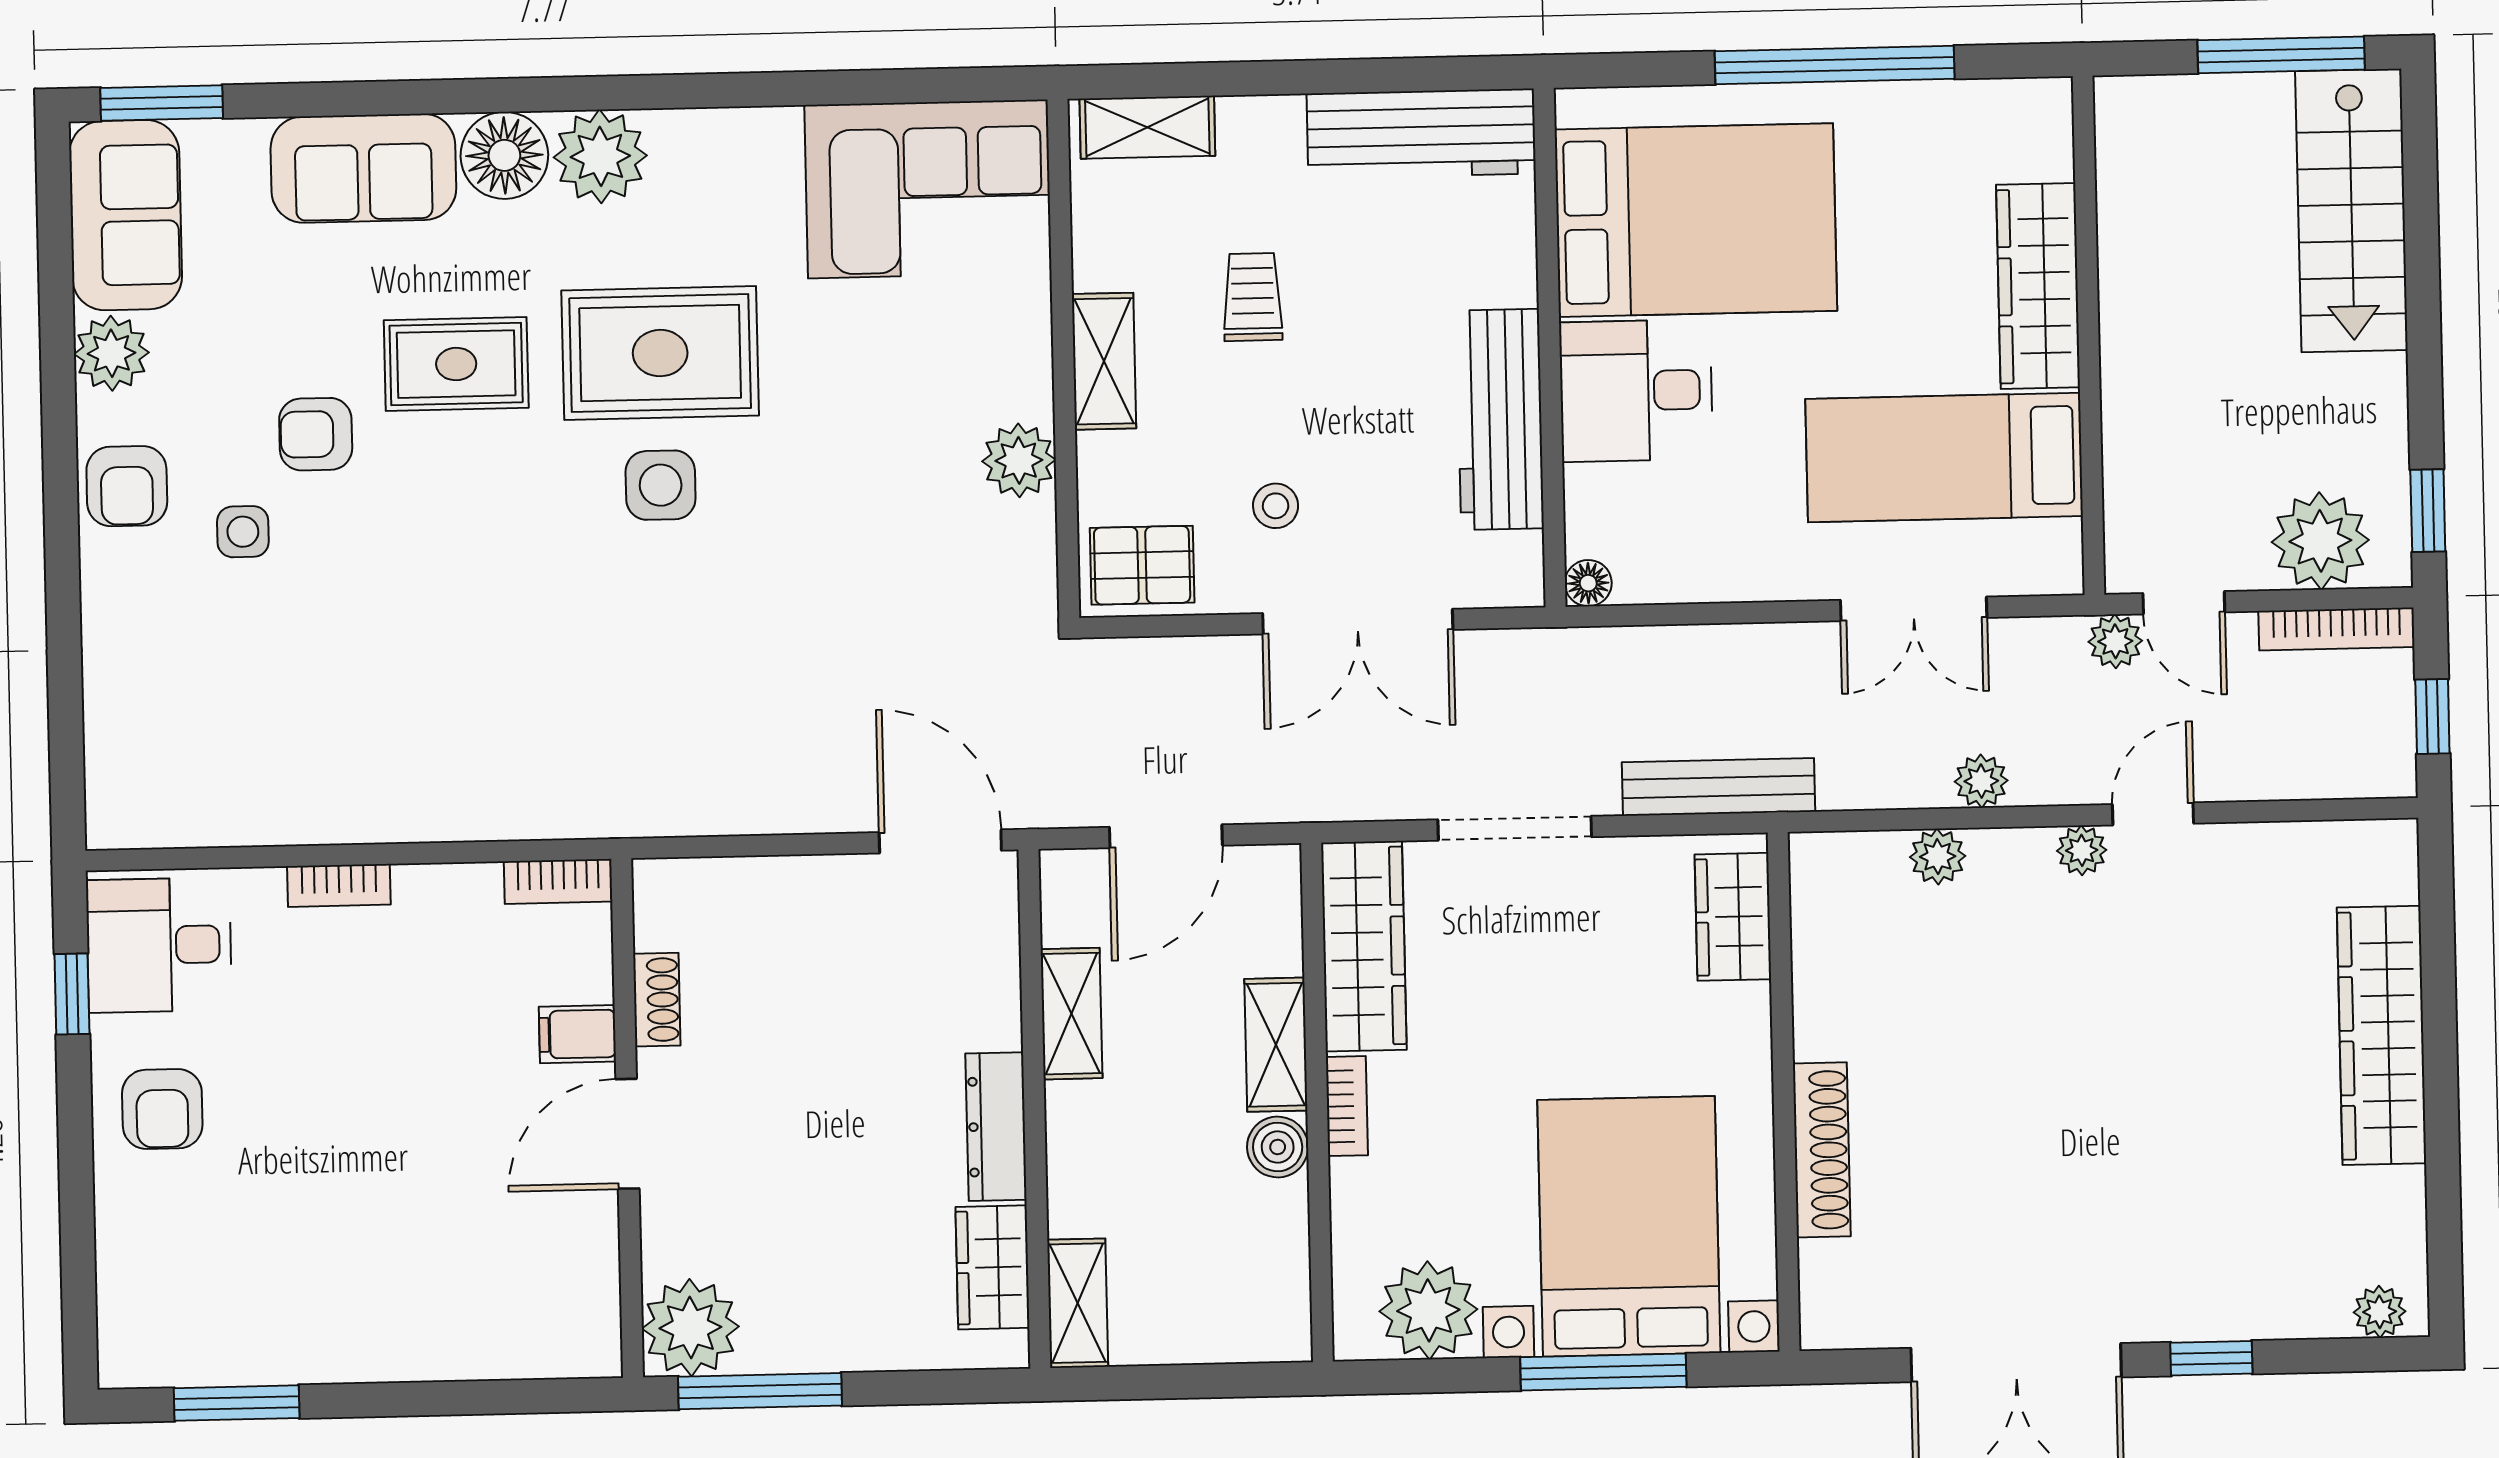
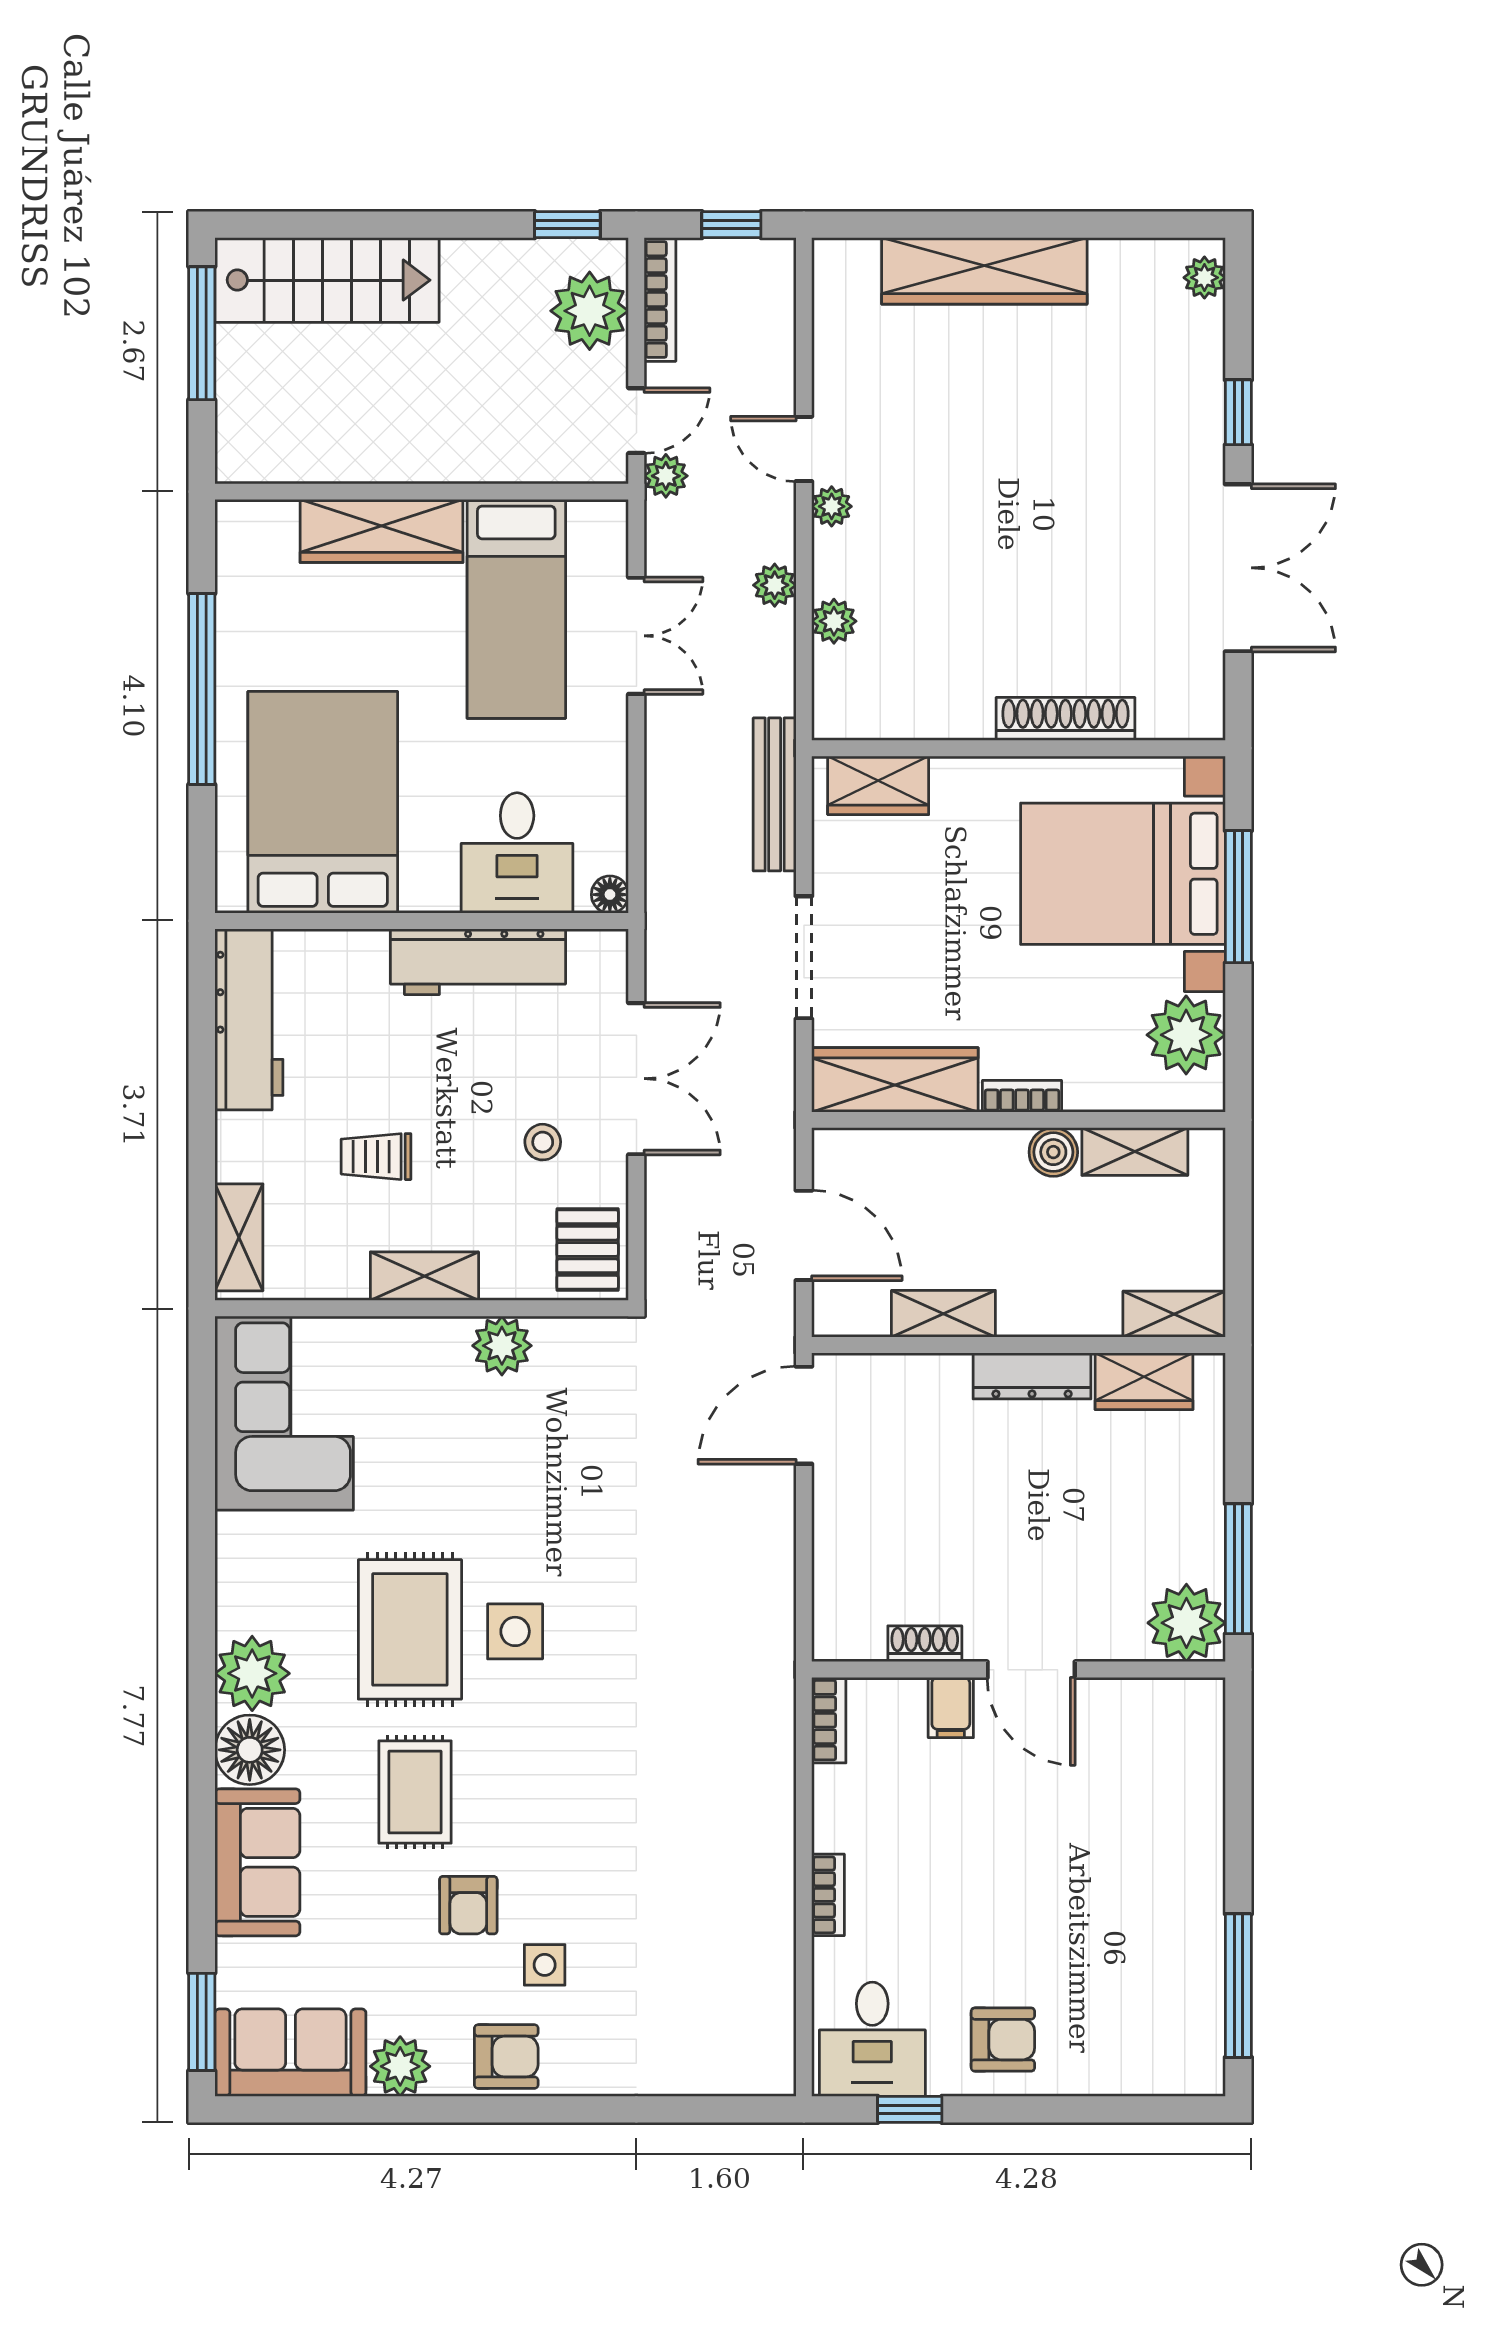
desk: (1636, 391) -> (517, 853), moved
shelving: (1276, 1045) -> (1135, 1152), moved
window: (237, 1403) -> (1238, 1986), width x1.44

